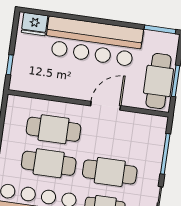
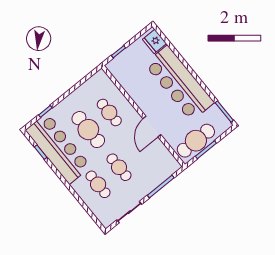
door: (106, 106) -> (152, 127), swing flipped
cafe table: (54, 129) -> (109, 112), width x0.73, depth x0.74
cafe table: (110, 172) -> (119, 167), width x0.73, depth x0.74

